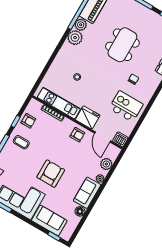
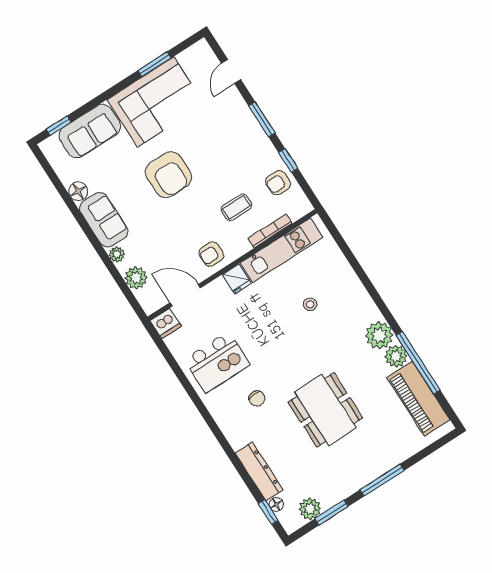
fridge: (88, 117) -> (237, 279), width x0.53, depth x0.75
coffee table: (21, 142) -> (236, 207), moved

